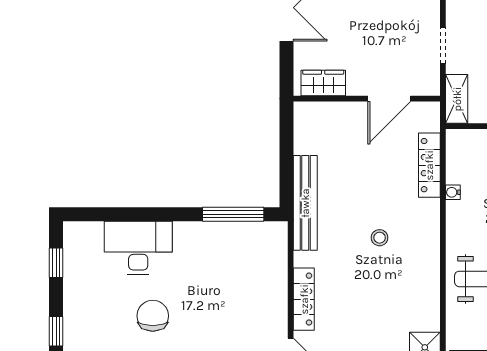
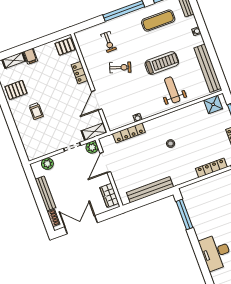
plant: (428, 84) -> (92, 147), added
door: (389, 99) -> (105, 162), swing flipped
bench: (305, 203) -> (150, 190), moved

